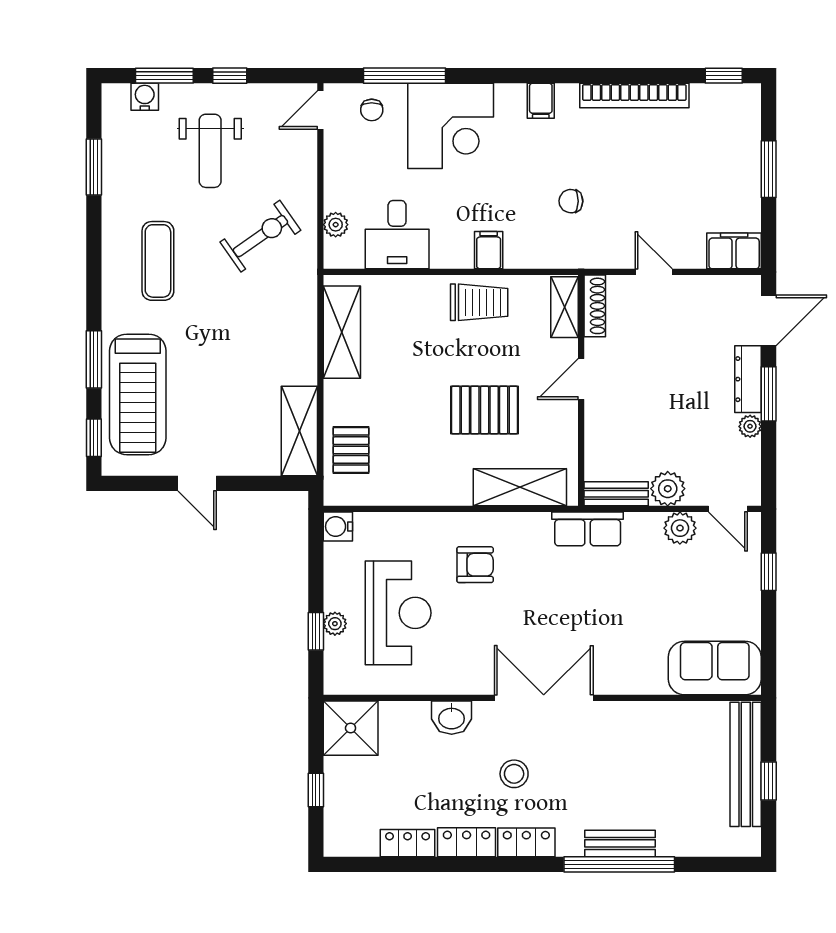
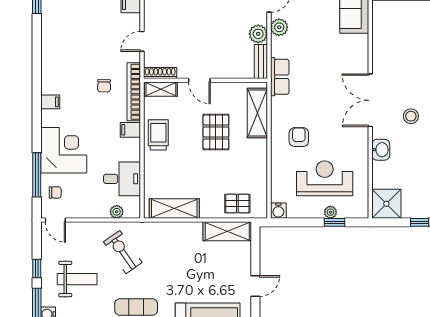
bookcase: (634, 95) -> (134, 92), moved, turned 180

